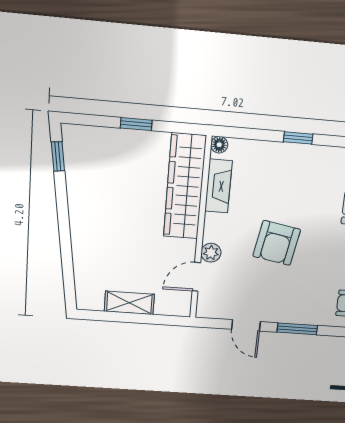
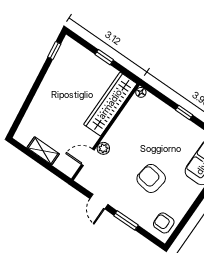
fireplace: (218, 186) -> (128, 114), removed
armchair: (277, 243) -> (151, 178), moved, turned 89

